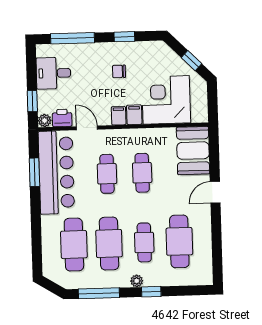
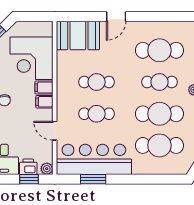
printer: (62, 118) -> (28, 167), moved, turned 90
door: (87, 128) -> (55, 131), hinge flipped
door: (215, 192) -> (116, 17), hinge flipped

